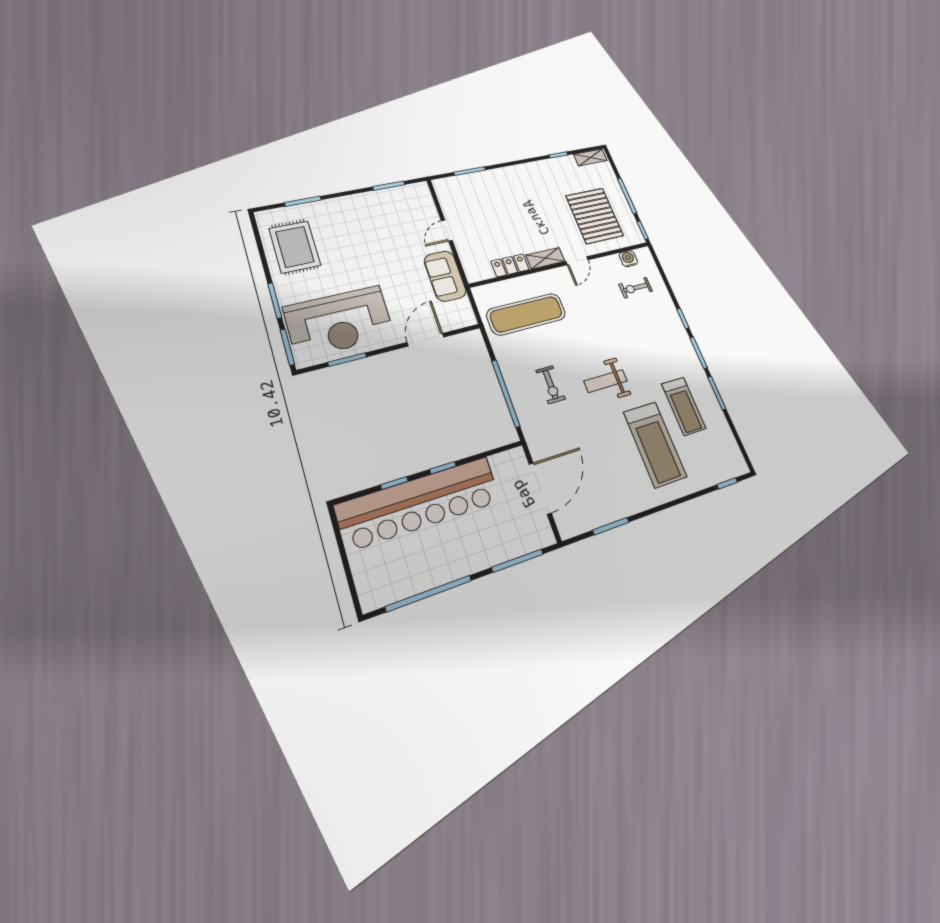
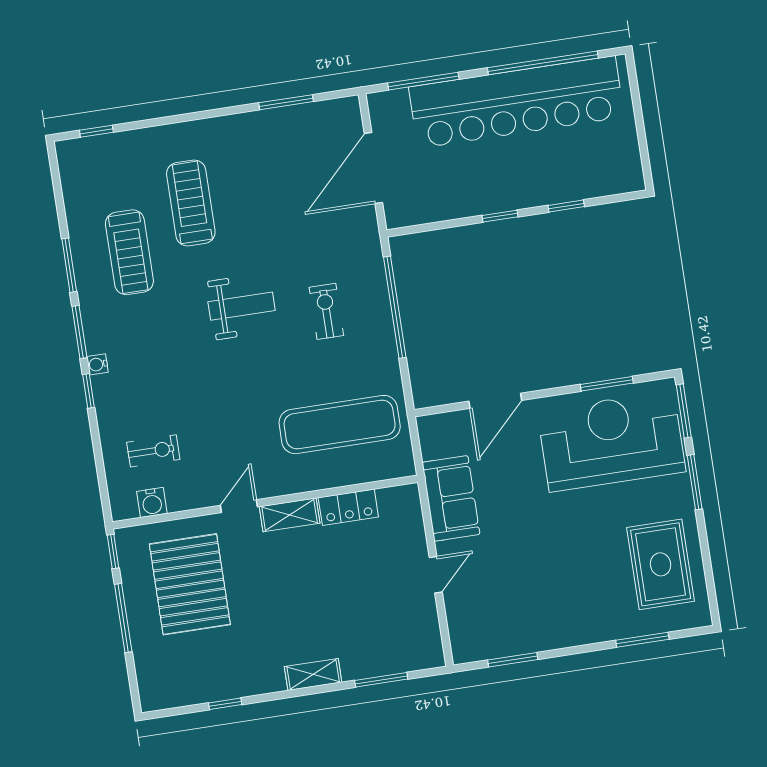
shelving: (590, 157) -> (313, 674), moved
water cooler: (682, 335) -> (97, 364), added
treadmill: (684, 406) -> (129, 252), turned 180
treadmill: (655, 444) -> (191, 203), width x0.73, depth x0.73
bar counter: (419, 503) -> (516, 102), moved, turned 180

